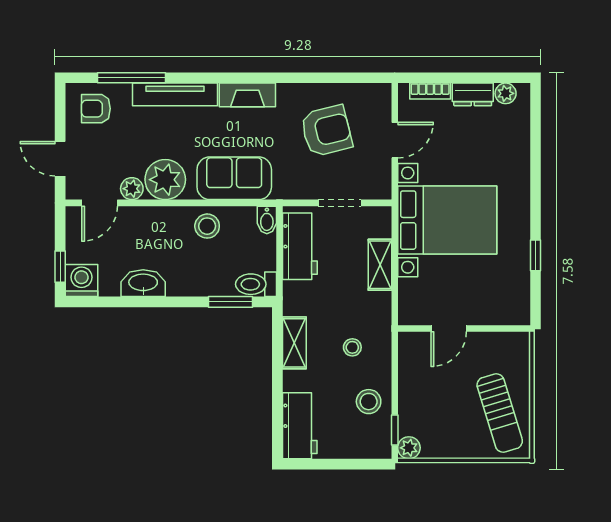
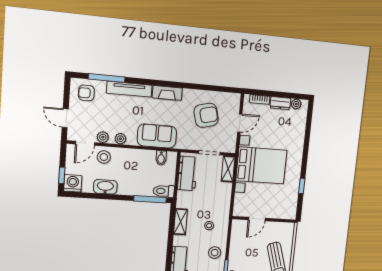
plant: (165, 180) -> (120, 139), width x0.53, depth x0.53
bidet: (267, 220) -> (161, 158), moved
stool: (207, 226) -> (104, 157), moved
shelving: (380, 265) -> (228, 169), moved
window: (231, 302) -> (150, 199), width x1.44

